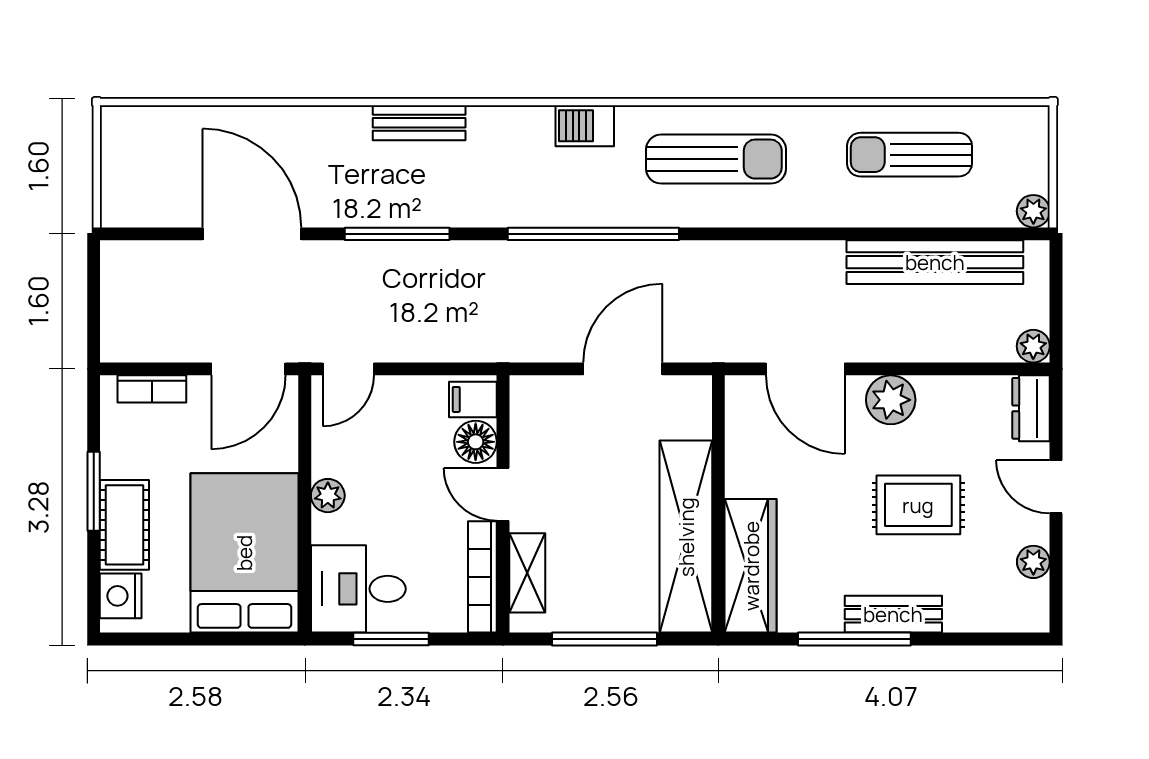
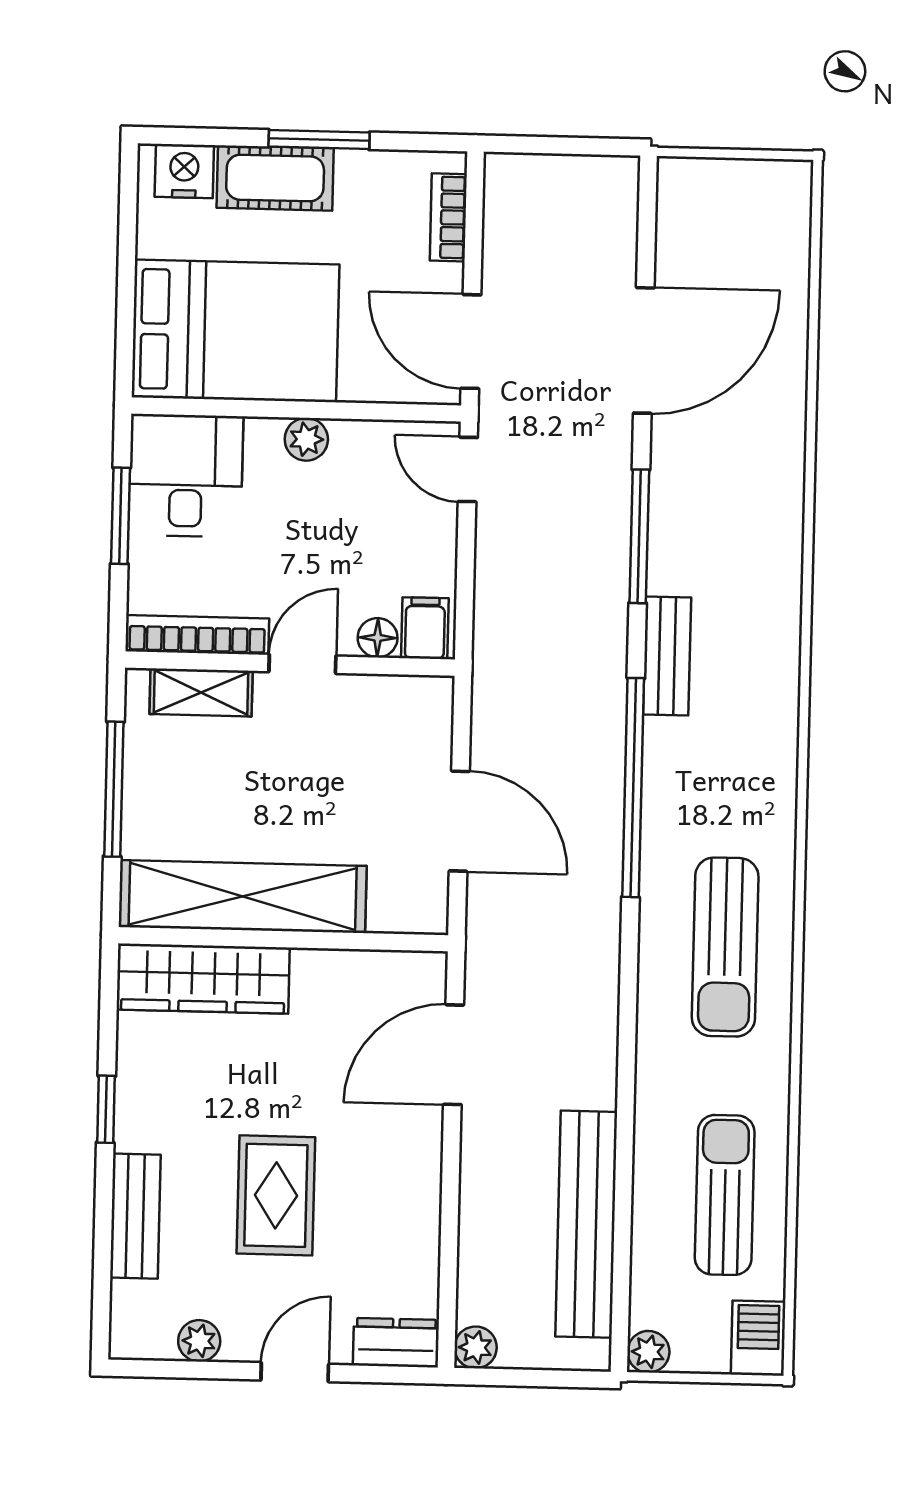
bench: (419, 123) -> (667, 656), moved
barbecue: (585, 126) -> (758, 1338), moved
plant: (891, 400) -> (411, 1163), removed
floor lamp: (476, 442) -> (378, 638), width x0.73, depth x0.73
bench: (893, 614) -> (135, 1216), moved
window: (854, 639) -> (106, 1109), width x0.46

